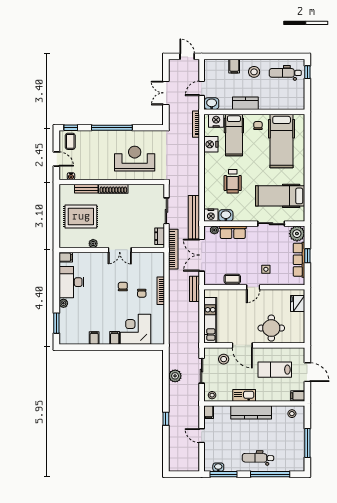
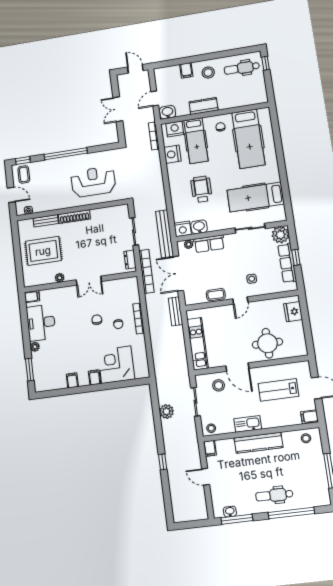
wheelchair: (233, 181) -> (201, 189), turned 180

